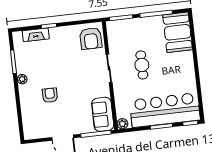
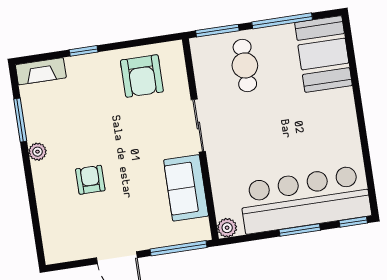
fireplace: (36, 35) -> (41, 71), moved
armchair: (91, 38) -> (142, 76), moved
cafe table: (142, 65) -> (245, 65), moved
sofa: (103, 114) -> (186, 188), moved

